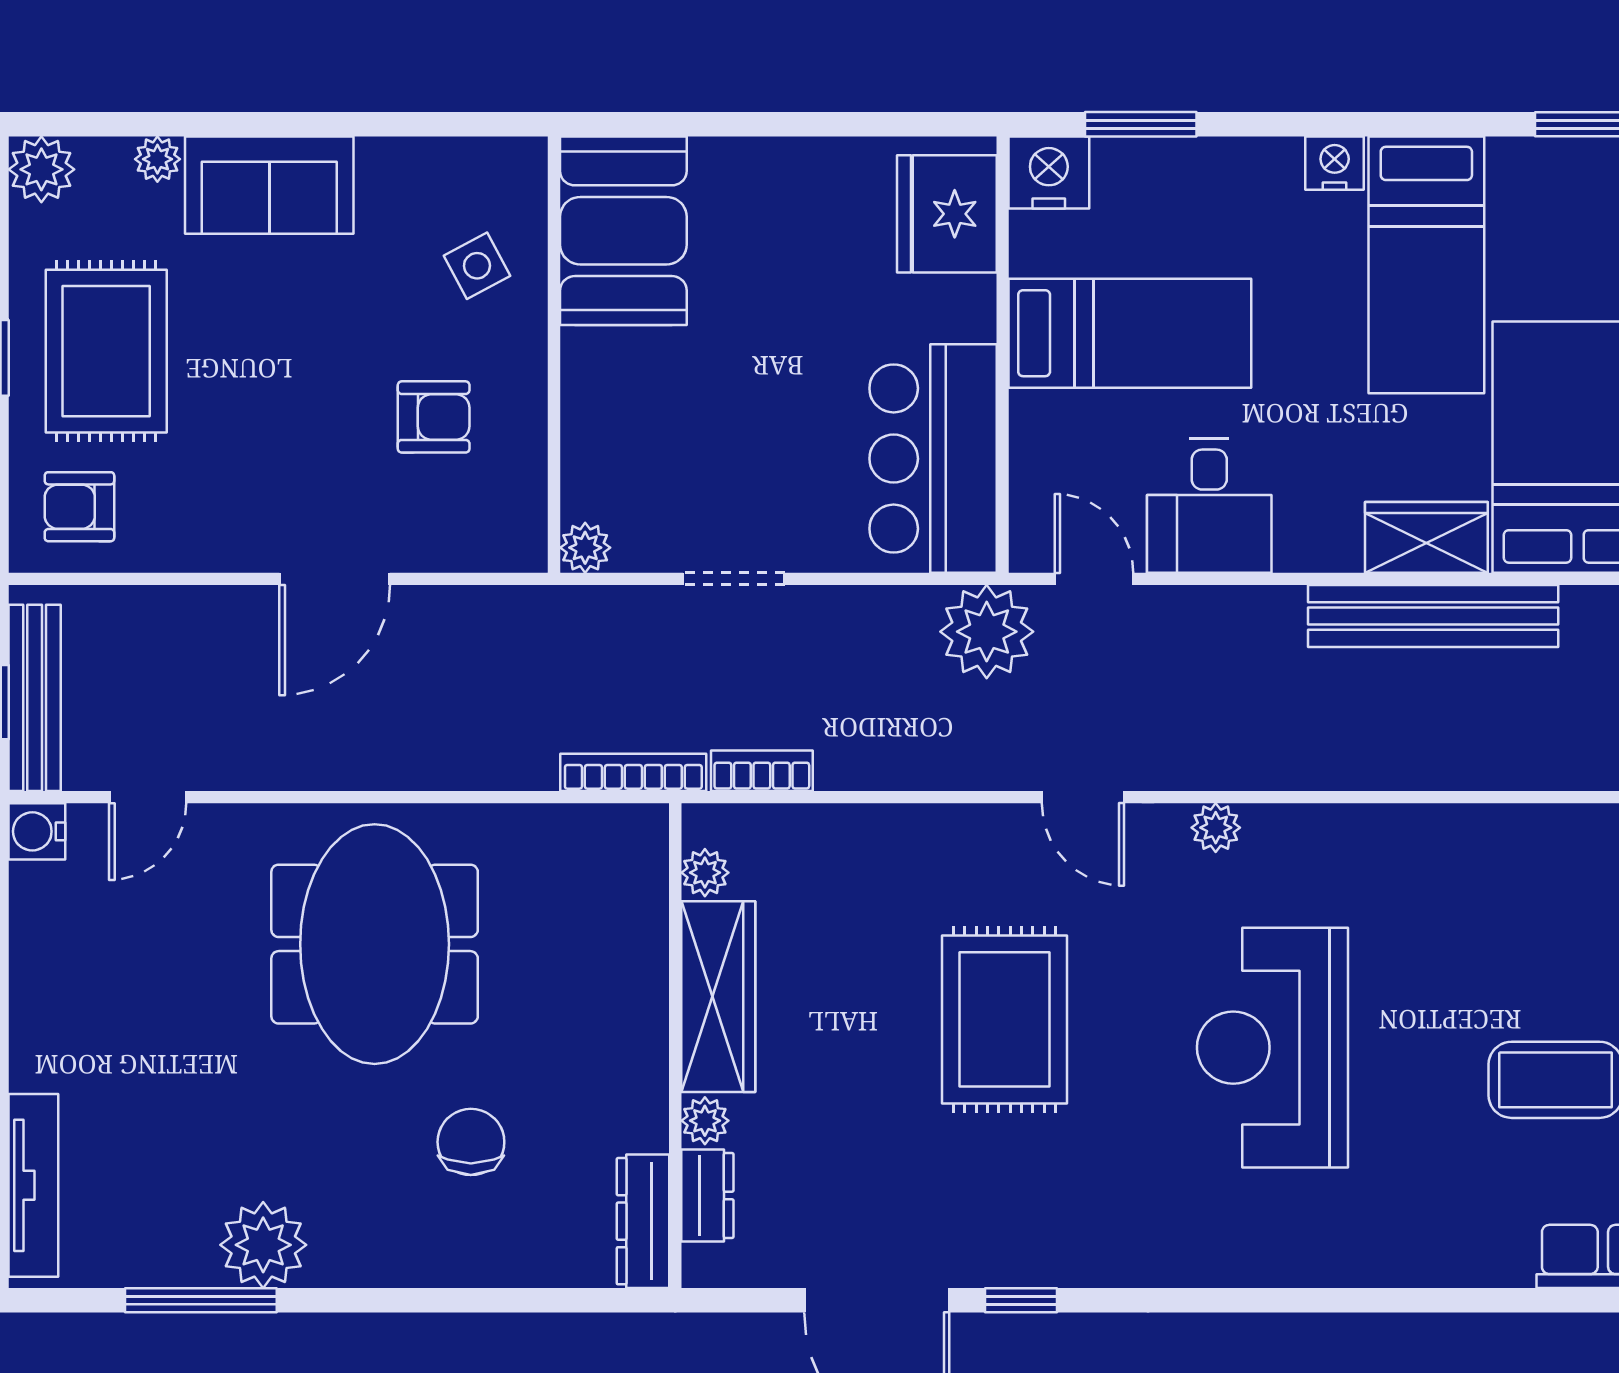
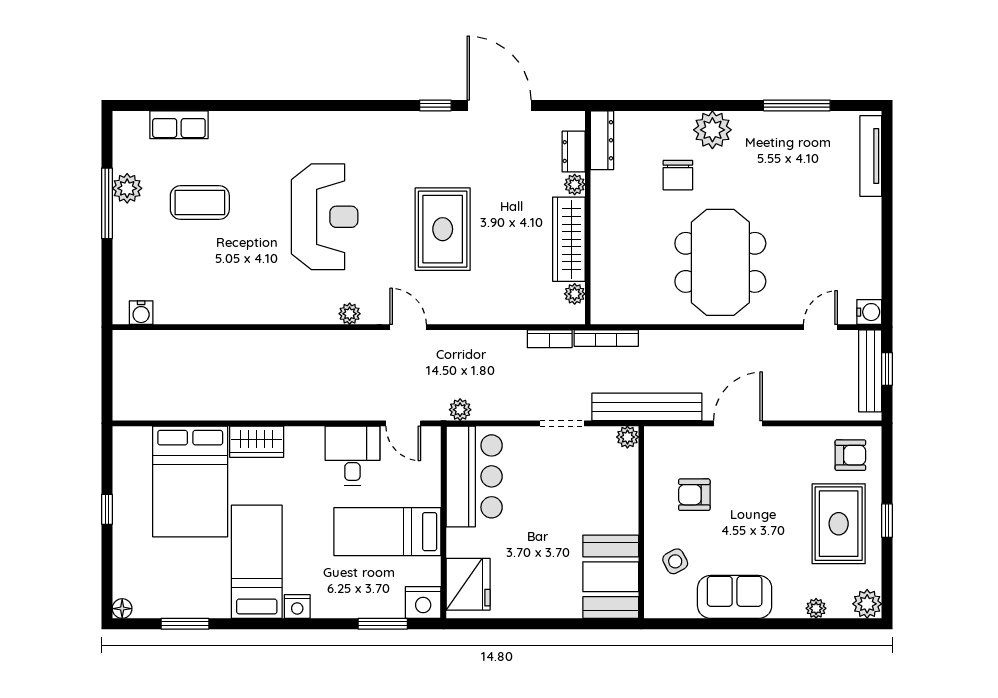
sofa: (269, 185) -> (735, 597), moved
bench: (1433, 616) -> (647, 407), moved
plant: (987, 632) -> (460, 410), width x0.53, depth x0.53
plant: (263, 1245) -> (712, 130), moved

